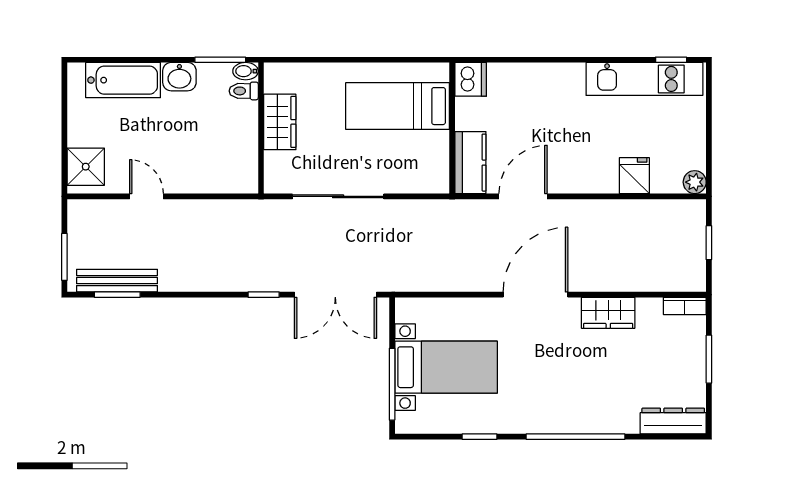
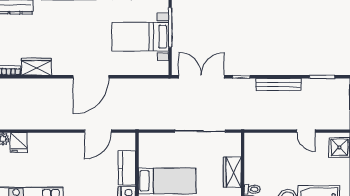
kitchen counter: (470, 163) -> (127, 168), moved
fridge: (634, 176) -> (19, 142), moved
bench: (117, 281) -> (279, 84), moved
wardrobe: (608, 313) -> (36, 67), moved

